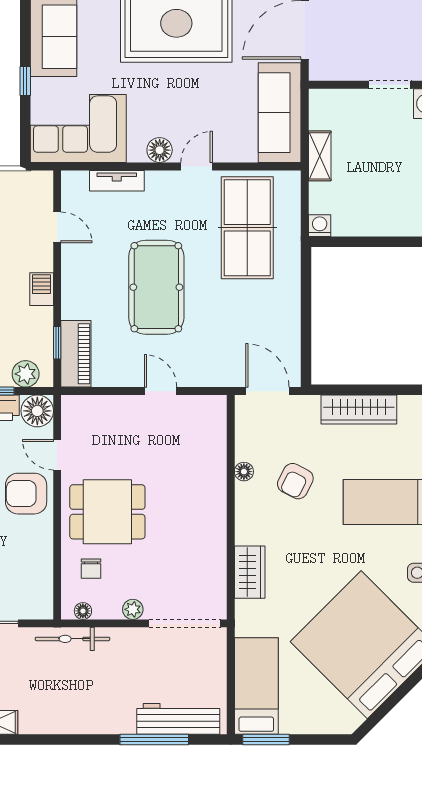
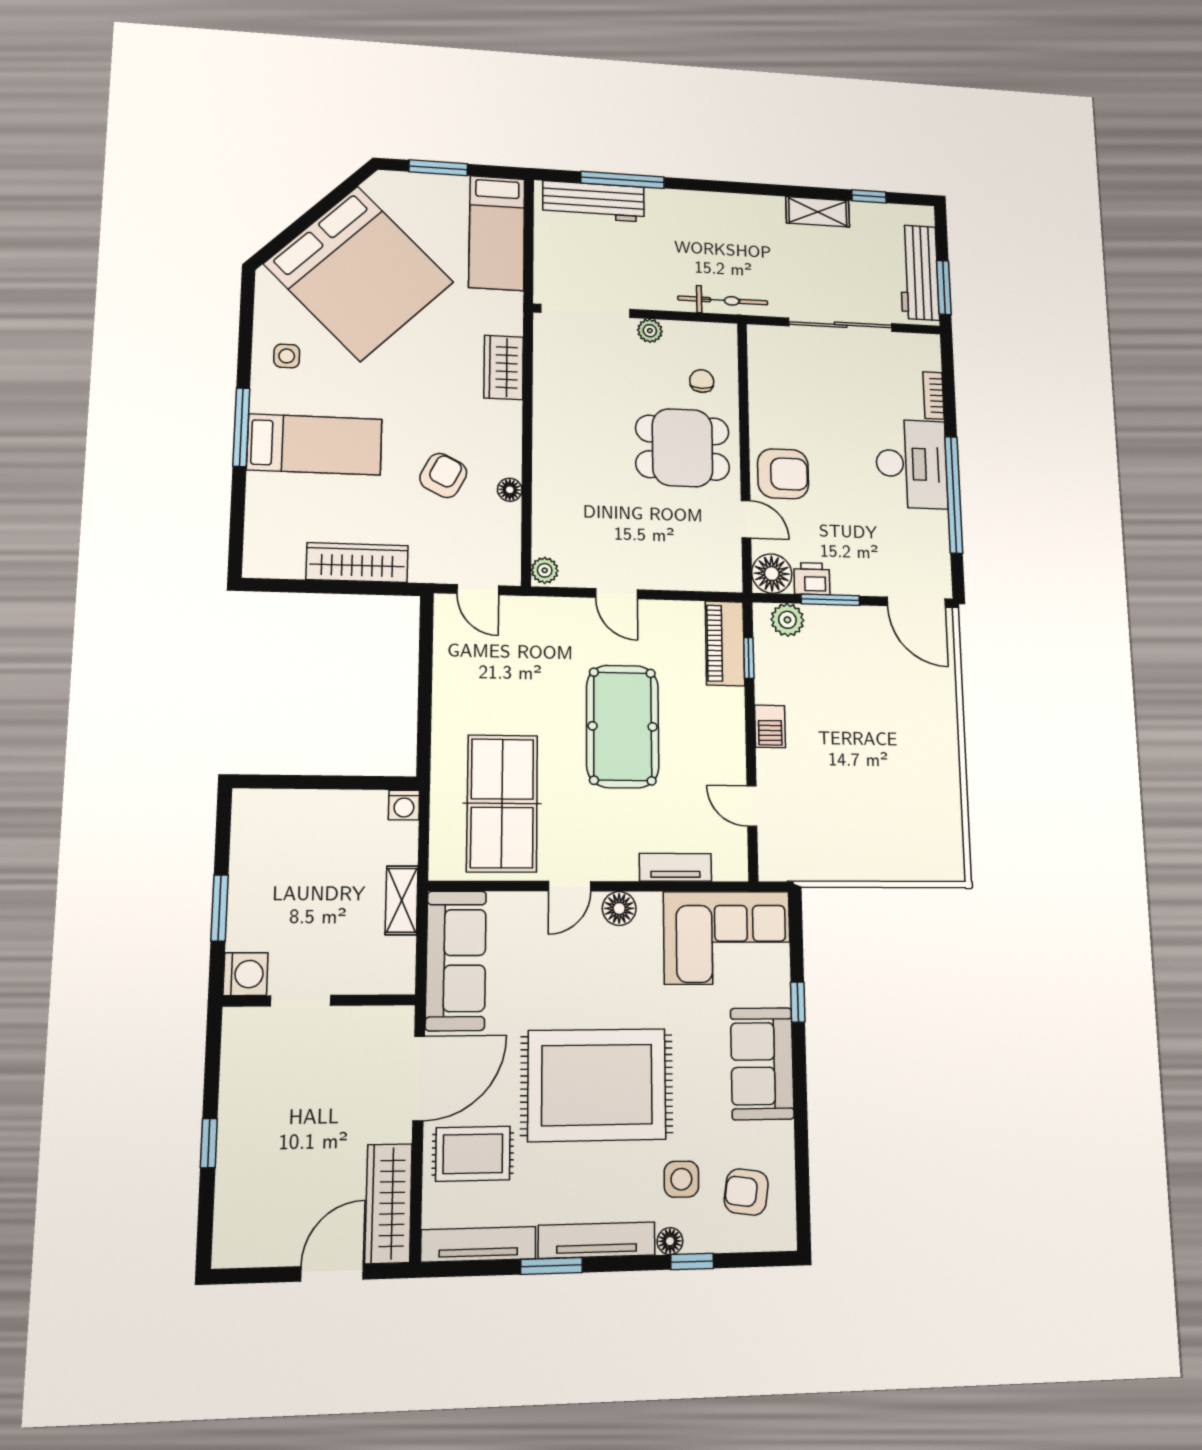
door: (267, 391) -> (478, 590), width x0.73
plant: (216, 408) -> (545, 570), added
floor lamp: (83, 611) -> (711, 332), removed
window: (266, 739) -> (438, 168), moved

